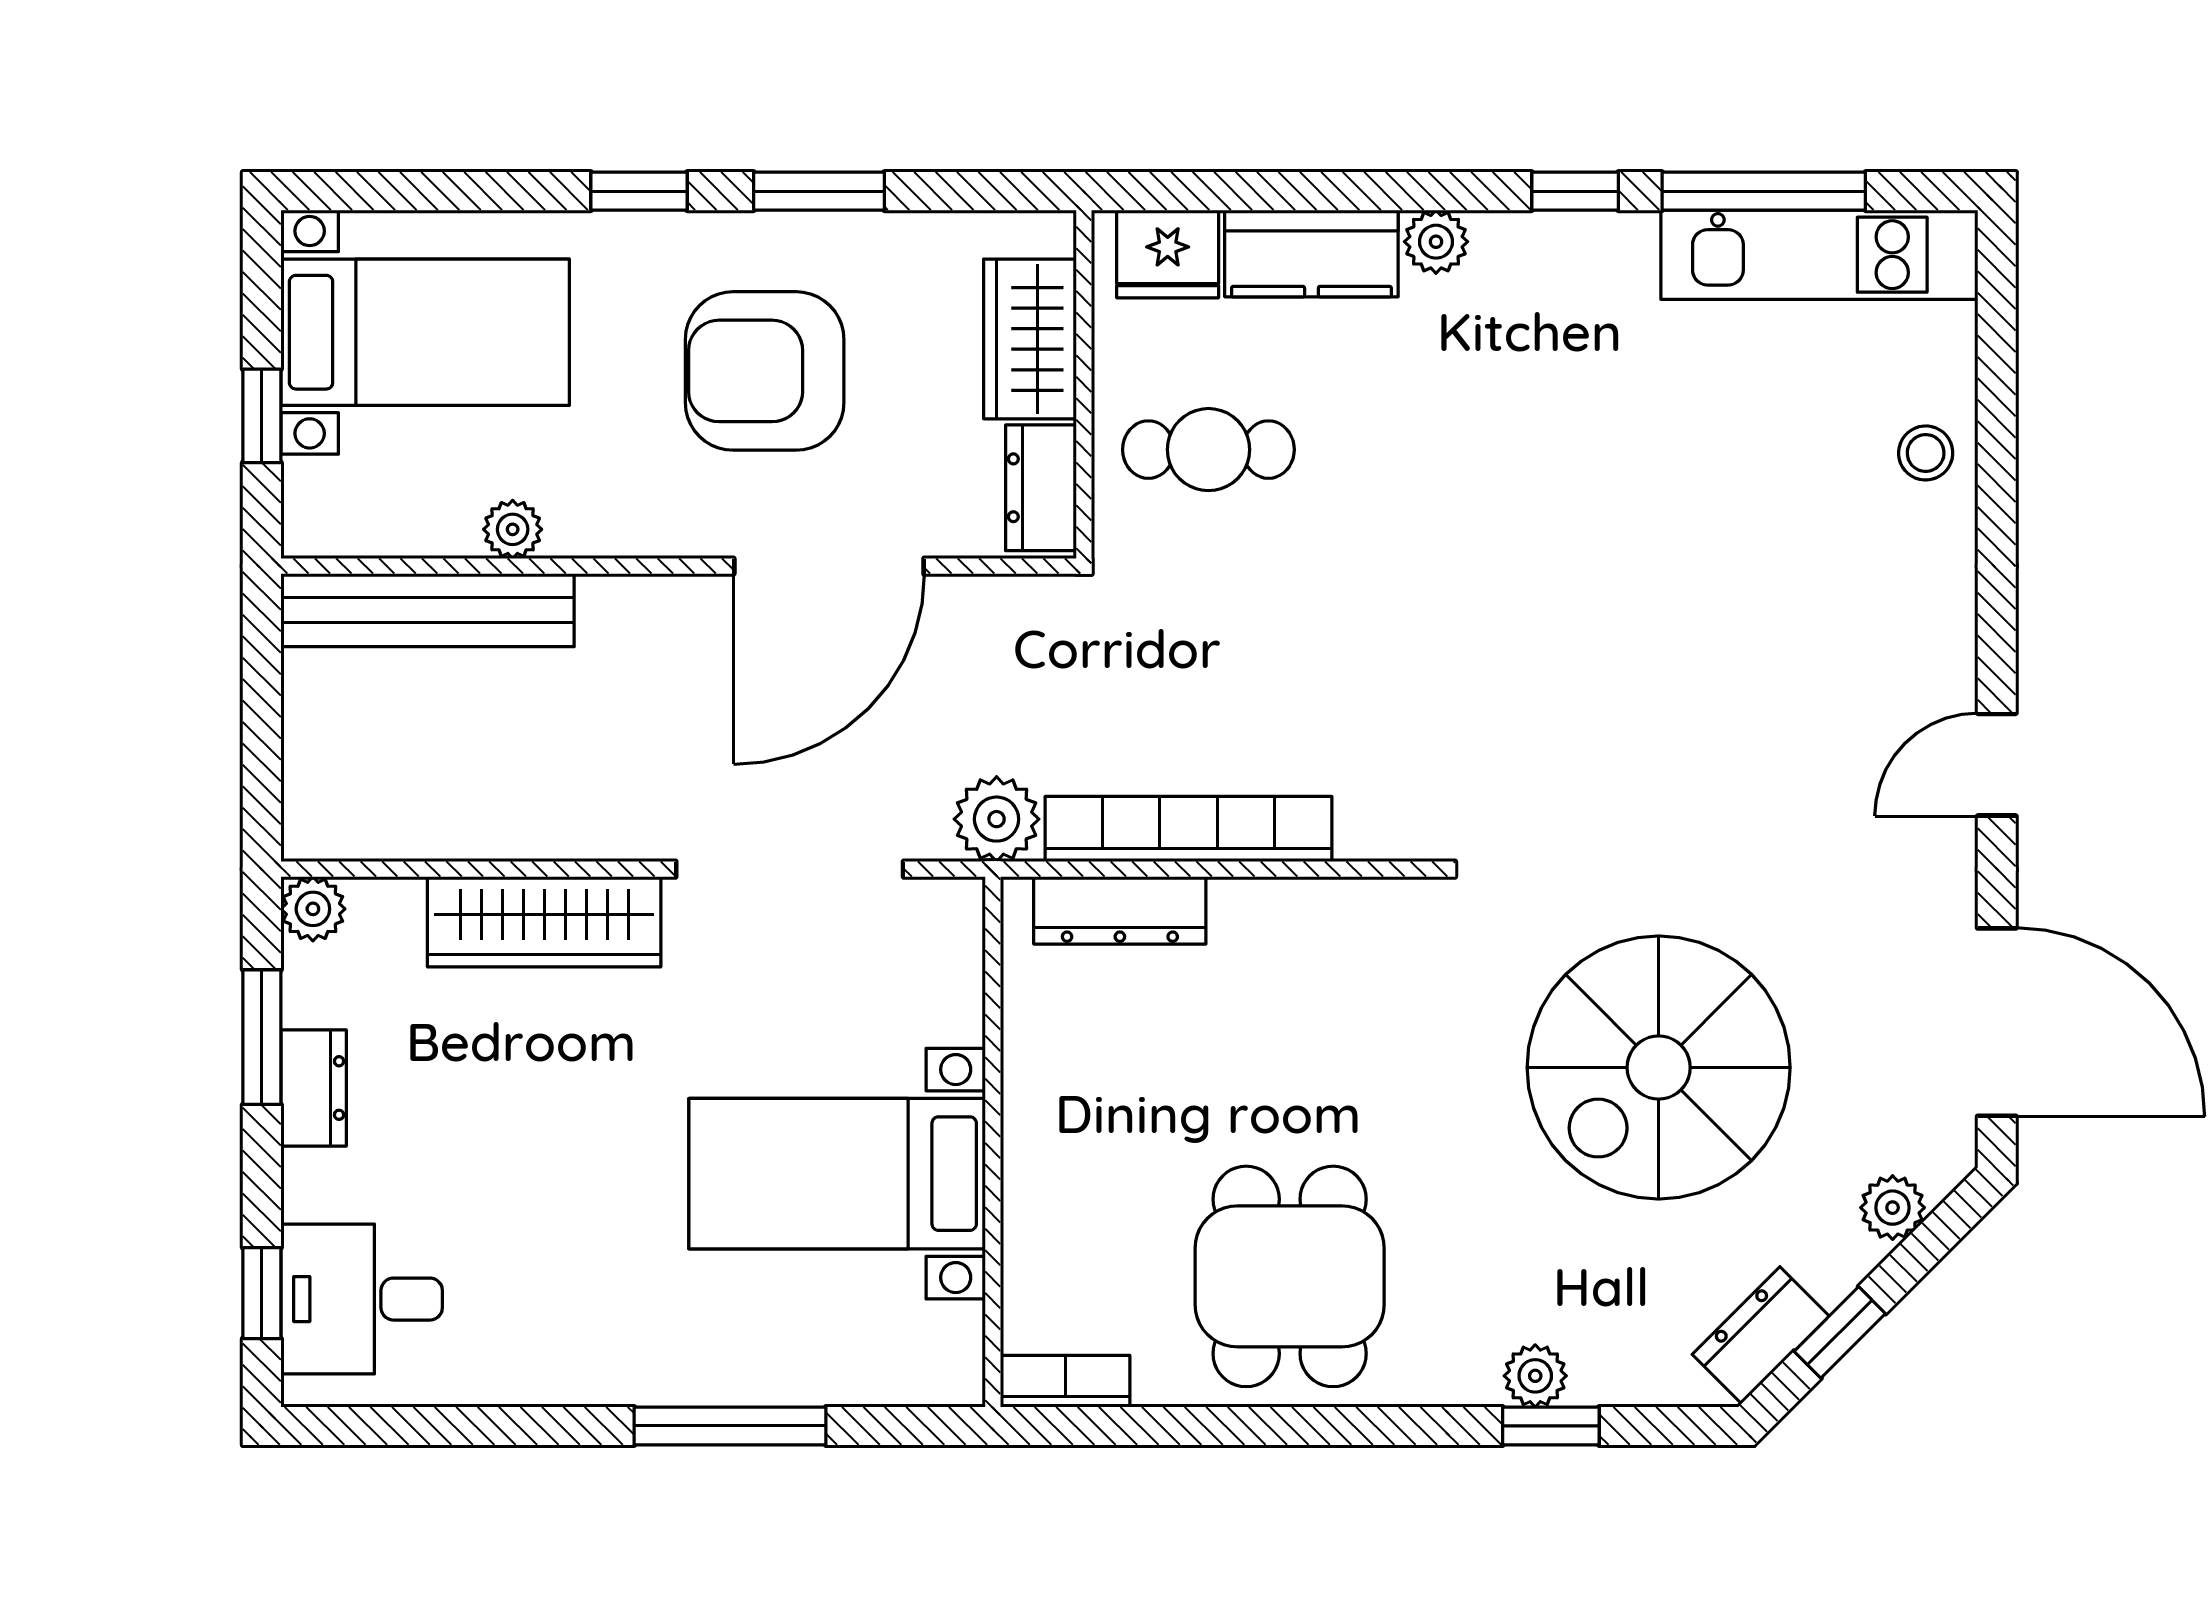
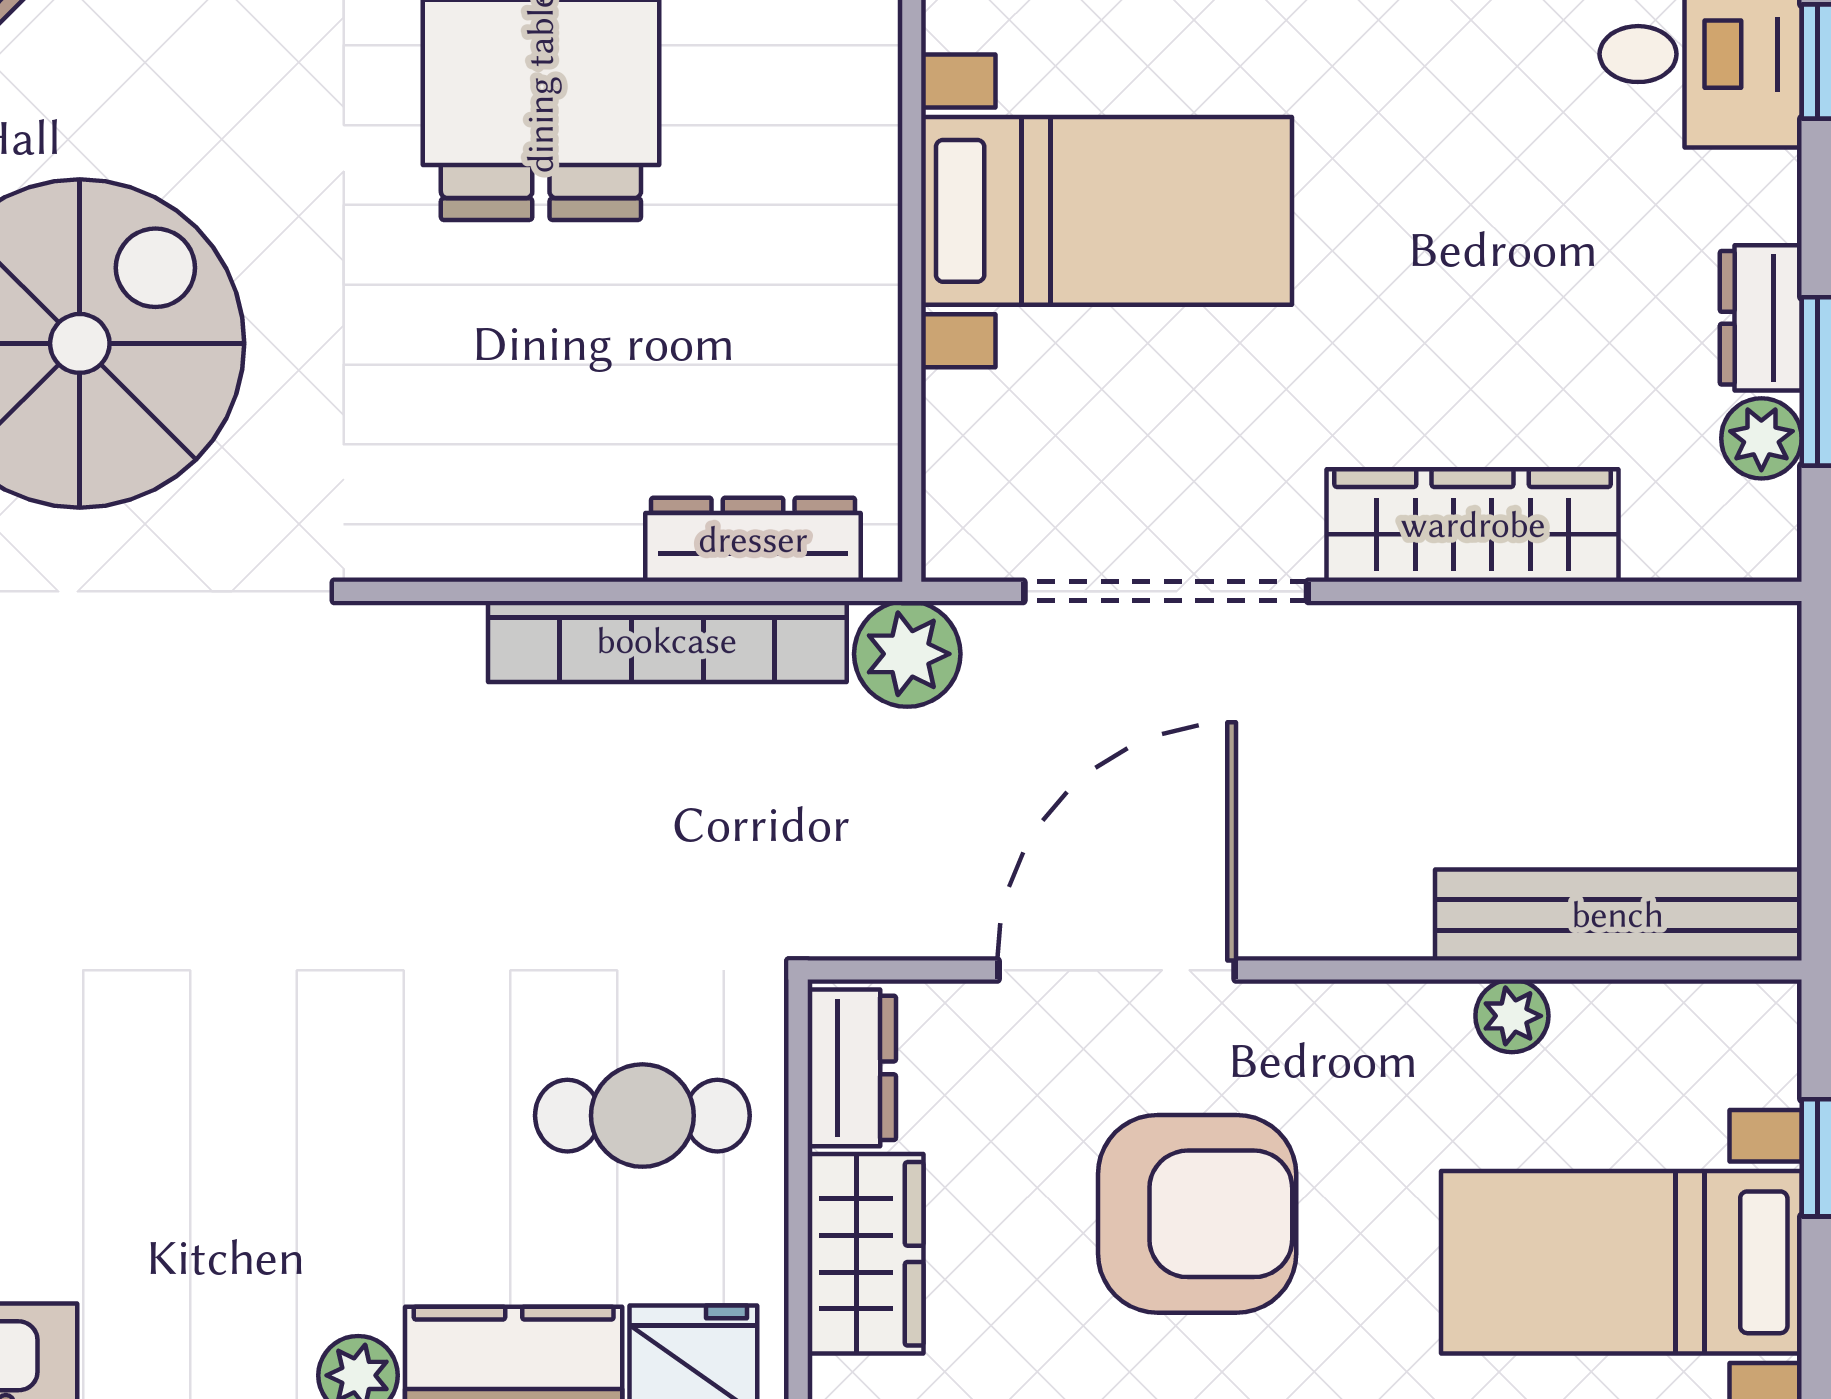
plant: (313, 909) -> (1761, 438), moved

